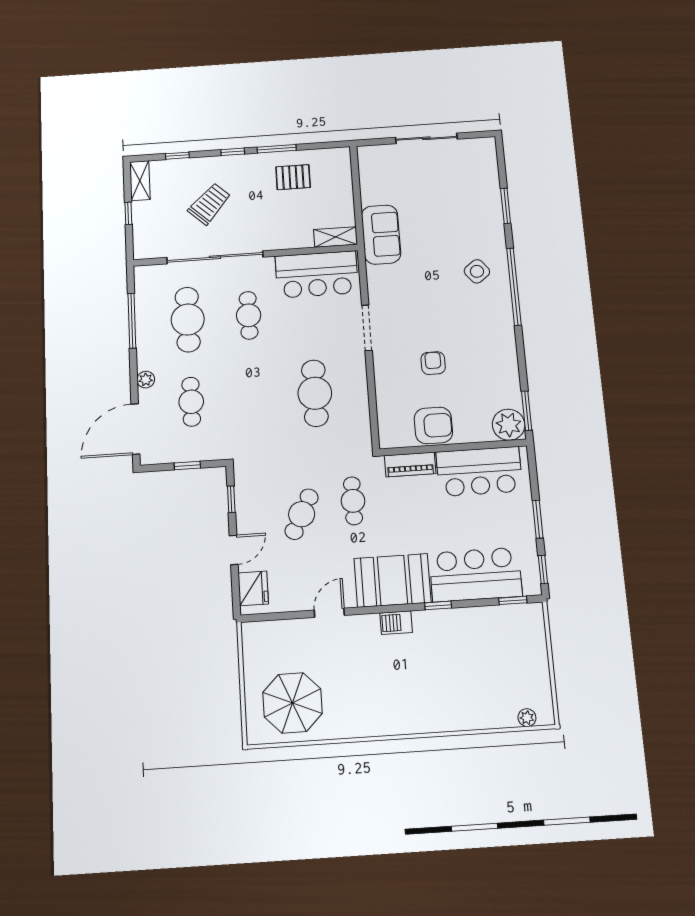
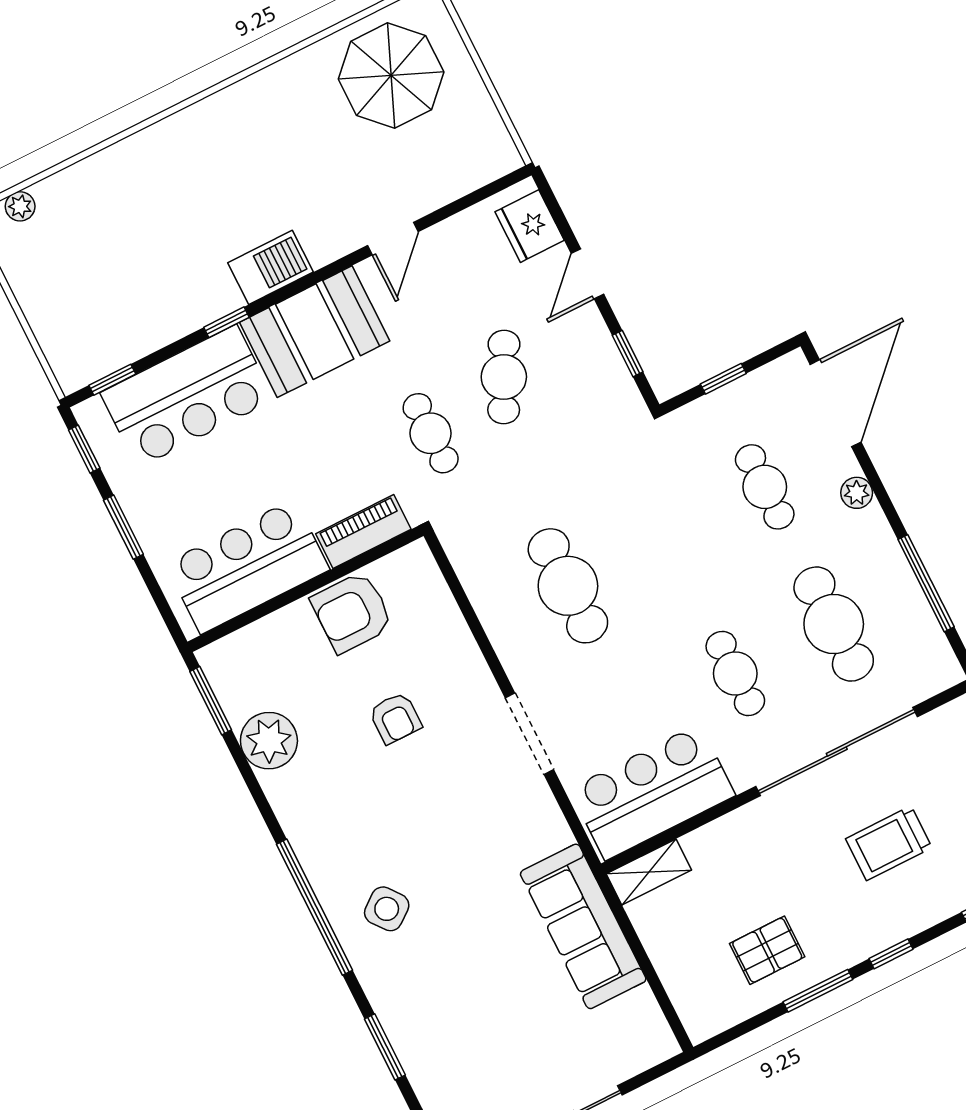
trolley: (209, 204) -> (889, 843), turned 47
sofa: (381, 235) -> (583, 926), width x1.36
plant: (509, 425) -> (269, 741), moved
barbecue: (396, 623) -> (271, 267), width x1.38, depth x1.27

